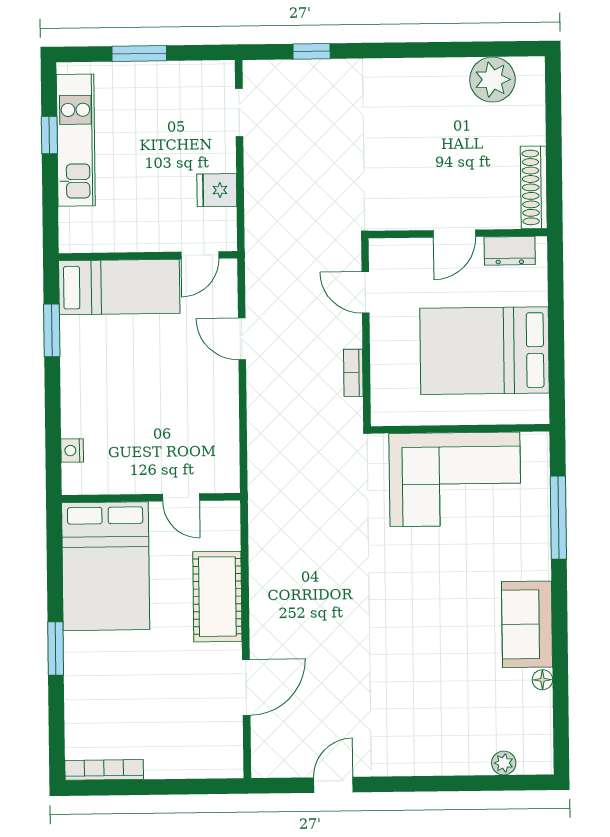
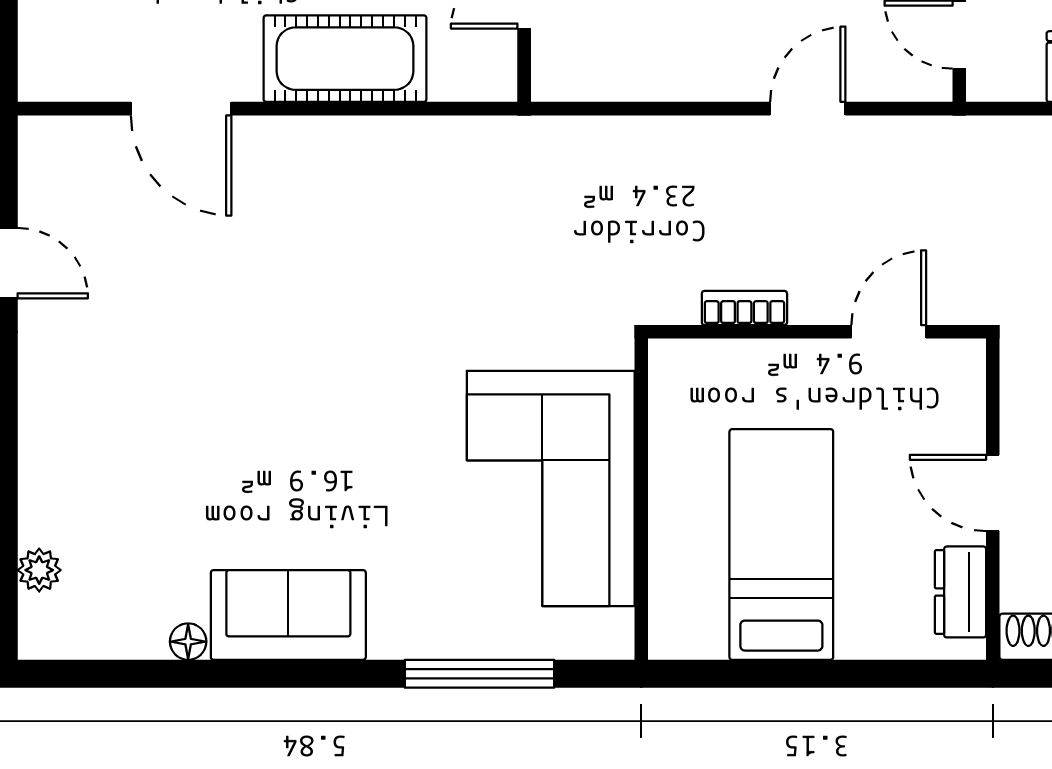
bed: (484, 351) -> (781, 544), width x0.67

